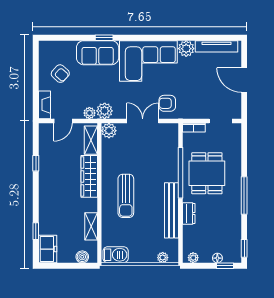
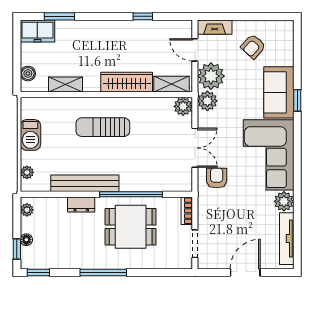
plant: (89, 113) -> (211, 76), width x1.88, depth x1.88
window: (36, 231) -> (59, 16), width x1.50
barbecue: (116, 255) -> (30, 135), moved

